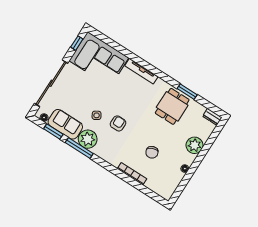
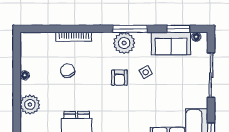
sliding door: (51, 83) -> (211, 75), width x0.73
plant: (88, 139) -> (124, 43), moved
window: (79, 148) -> (130, 29), moved

